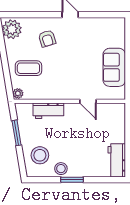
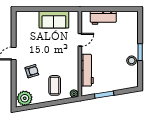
workbench: (48, 111) -> (87, 70), width x1.38
stool: (40, 155) -> (121, 77), removed
workbench: (117, 160) -> (103, 18), moved

